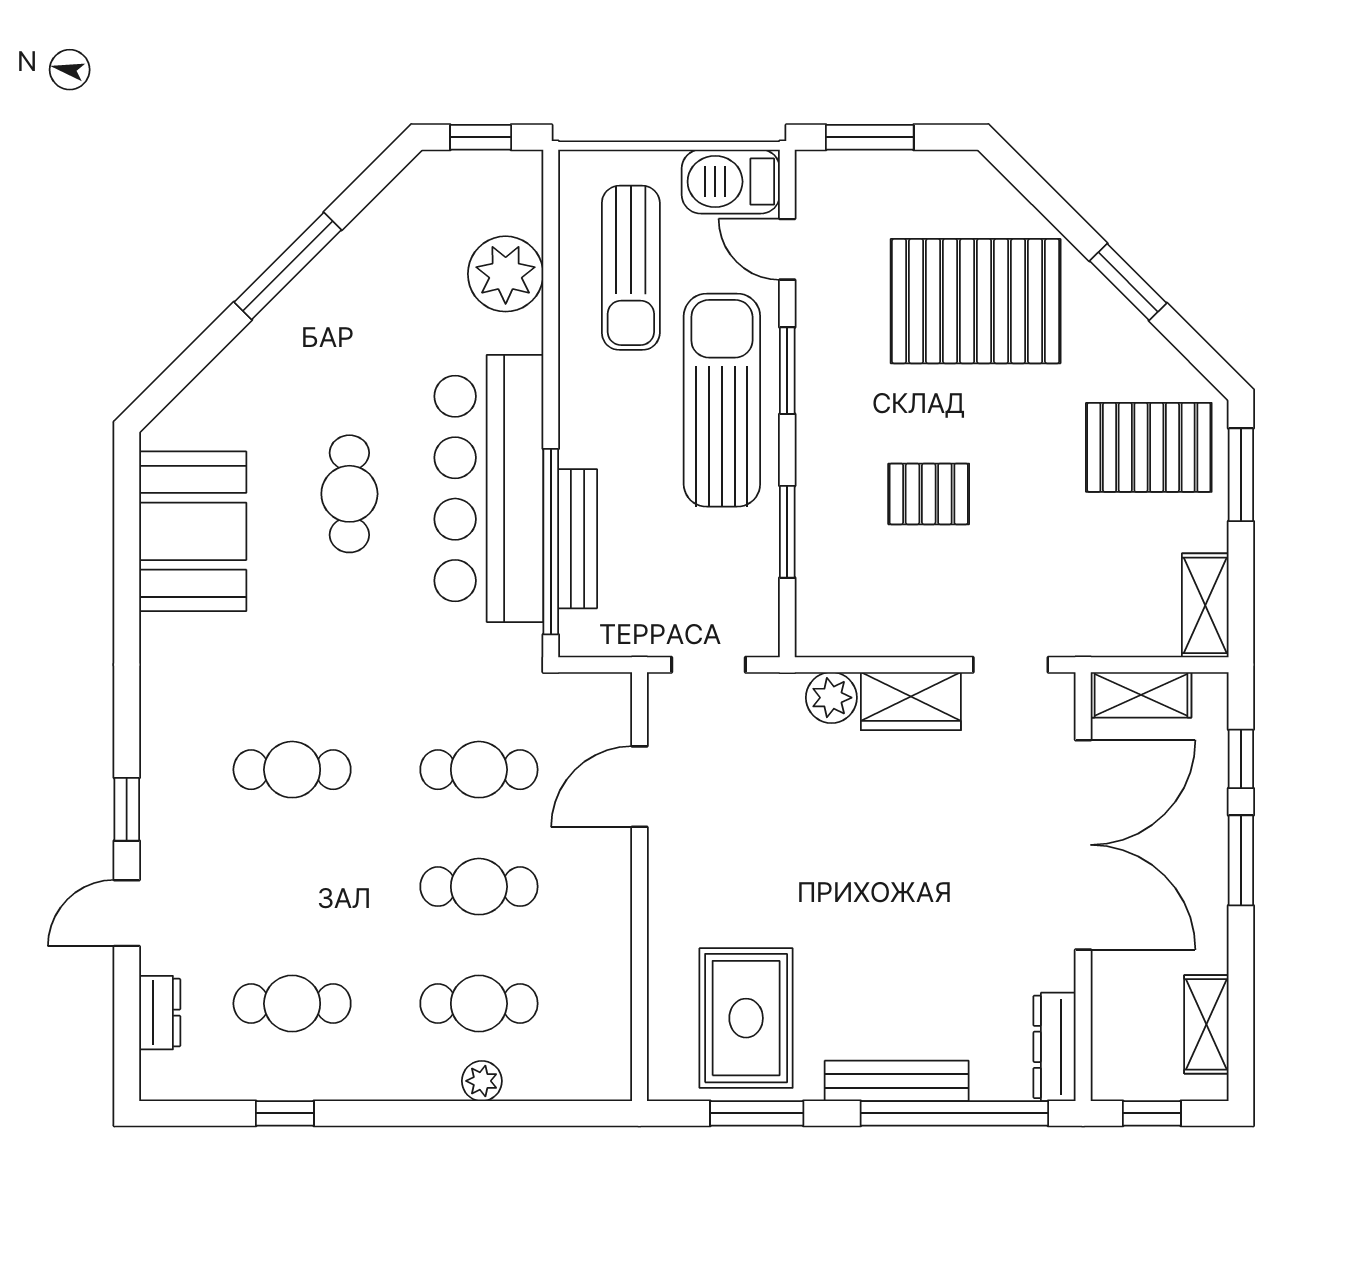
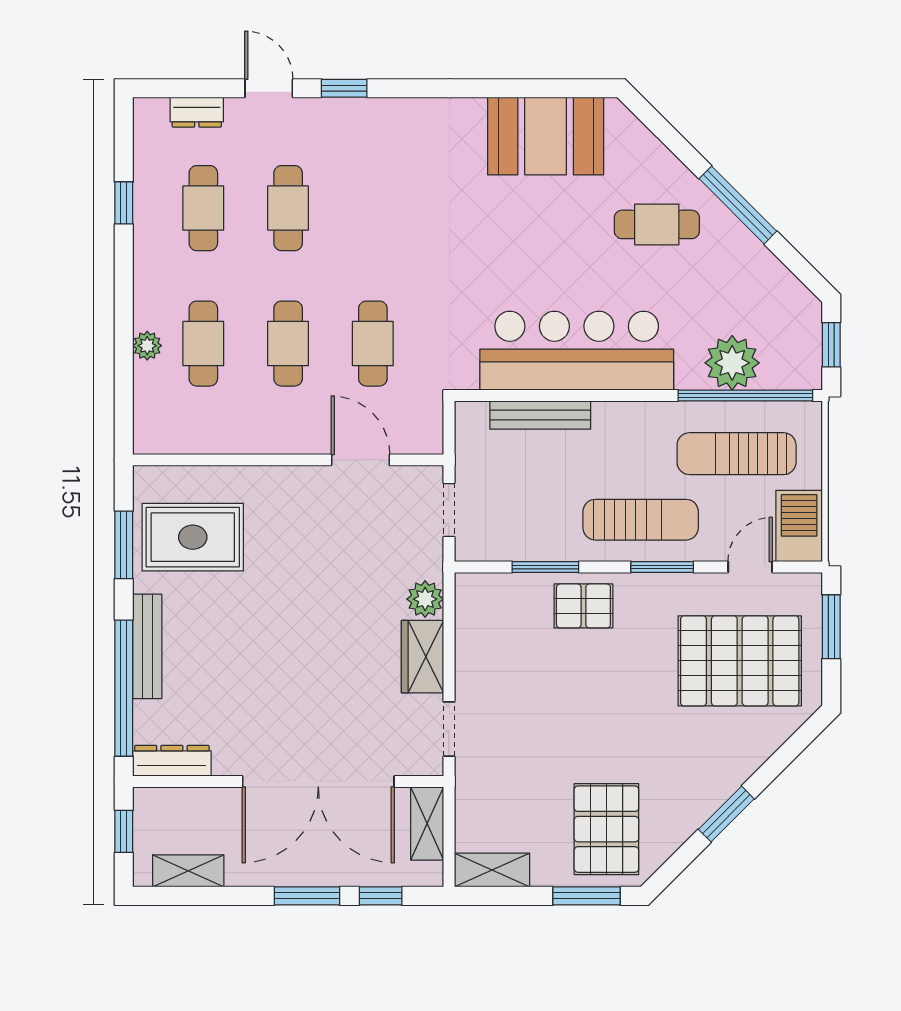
pallet: (976, 301) -> (740, 661), moved, turned 90
sun lounger: (722, 400) -> (641, 520), width x0.73, depth x0.75
cafe table: (349, 494) -> (657, 224), moved
pallet: (929, 494) -> (583, 606), moved, turned 90
window: (551, 542) -> (745, 396), moved
cafe table: (292, 770) -> (288, 208), moved

